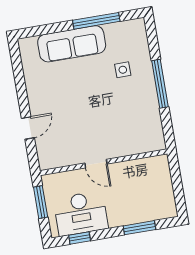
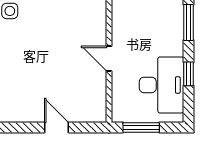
door: (96, 164) -> (109, 59), swing flipped
window: (80, 238) -> (188, 74), moved

